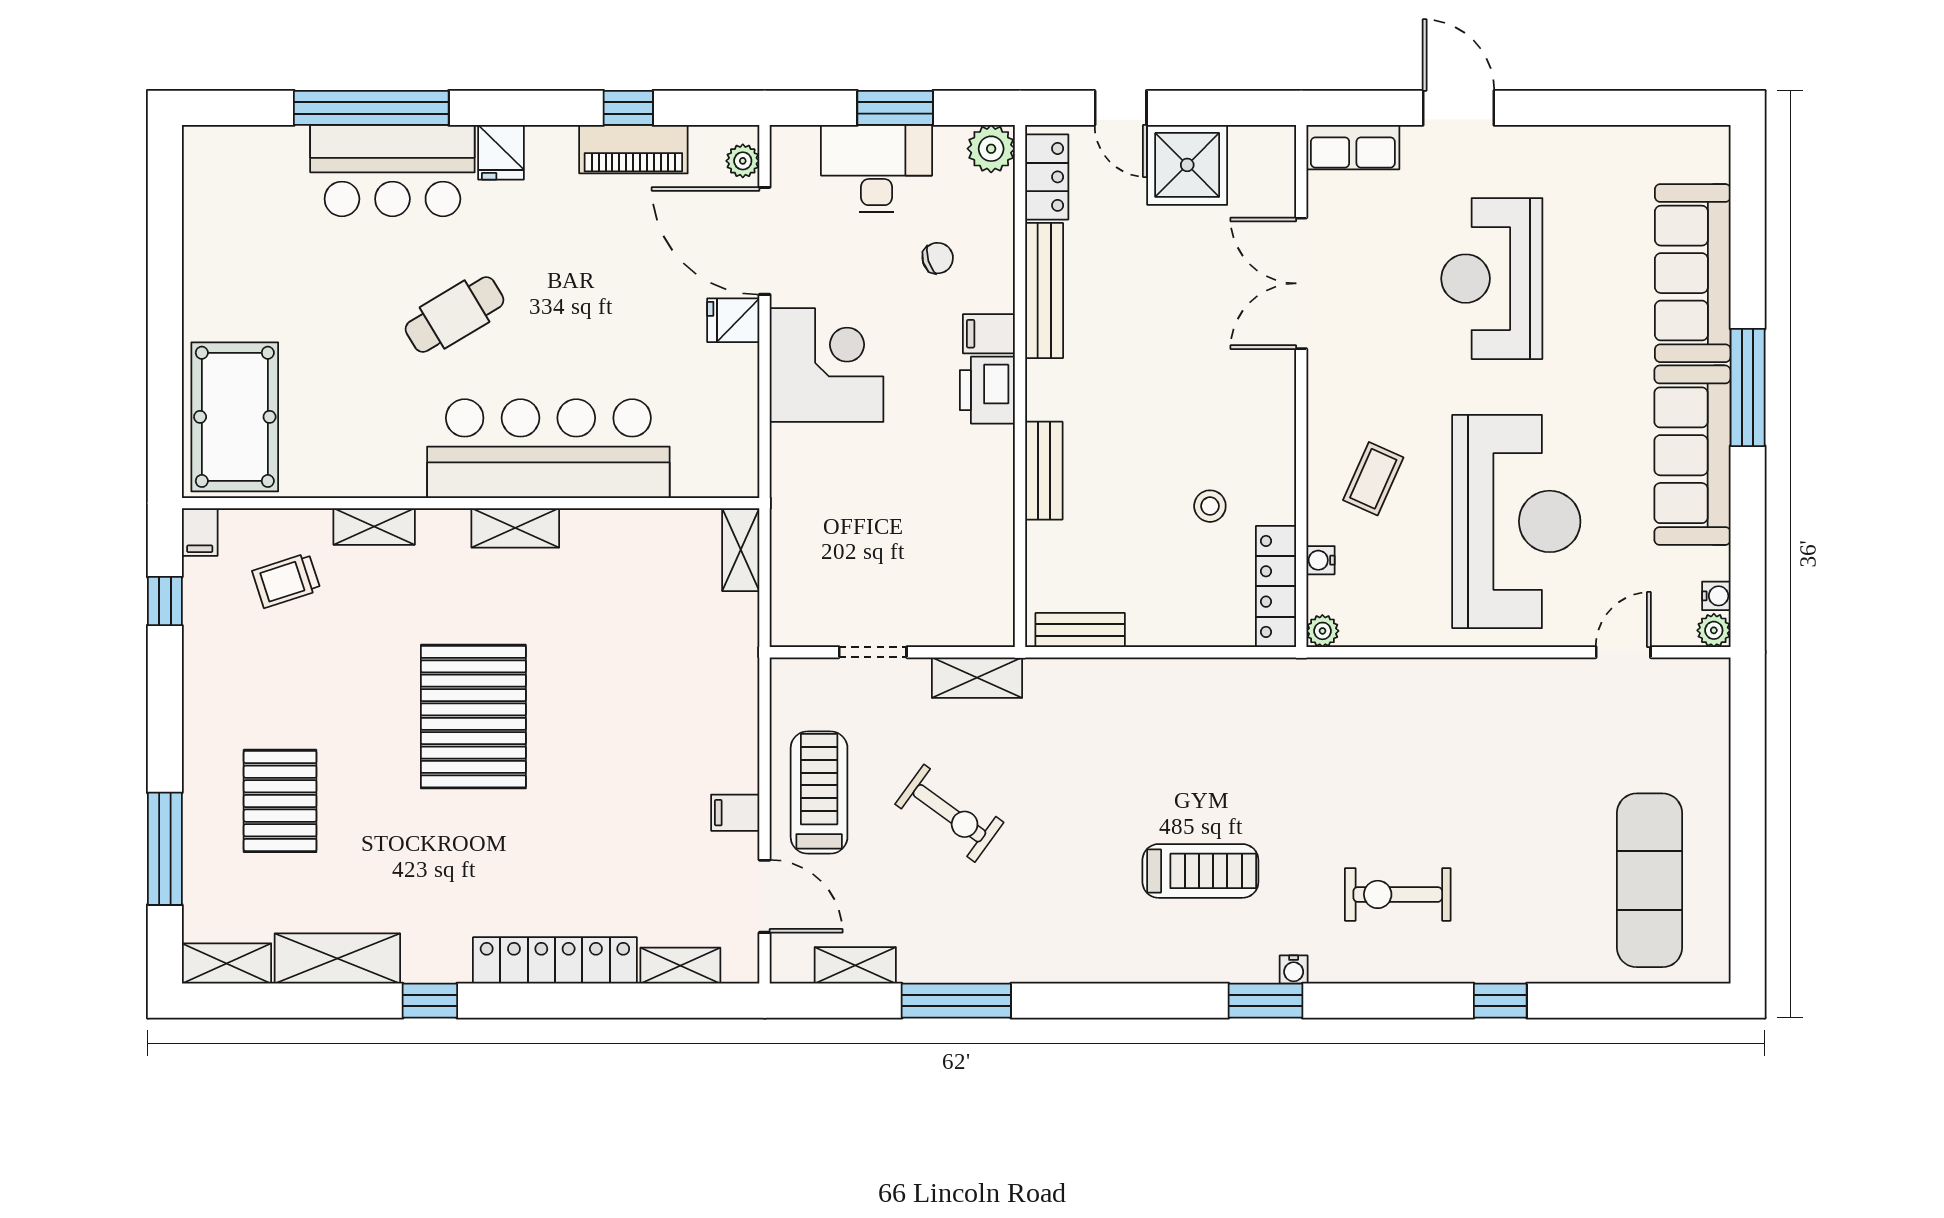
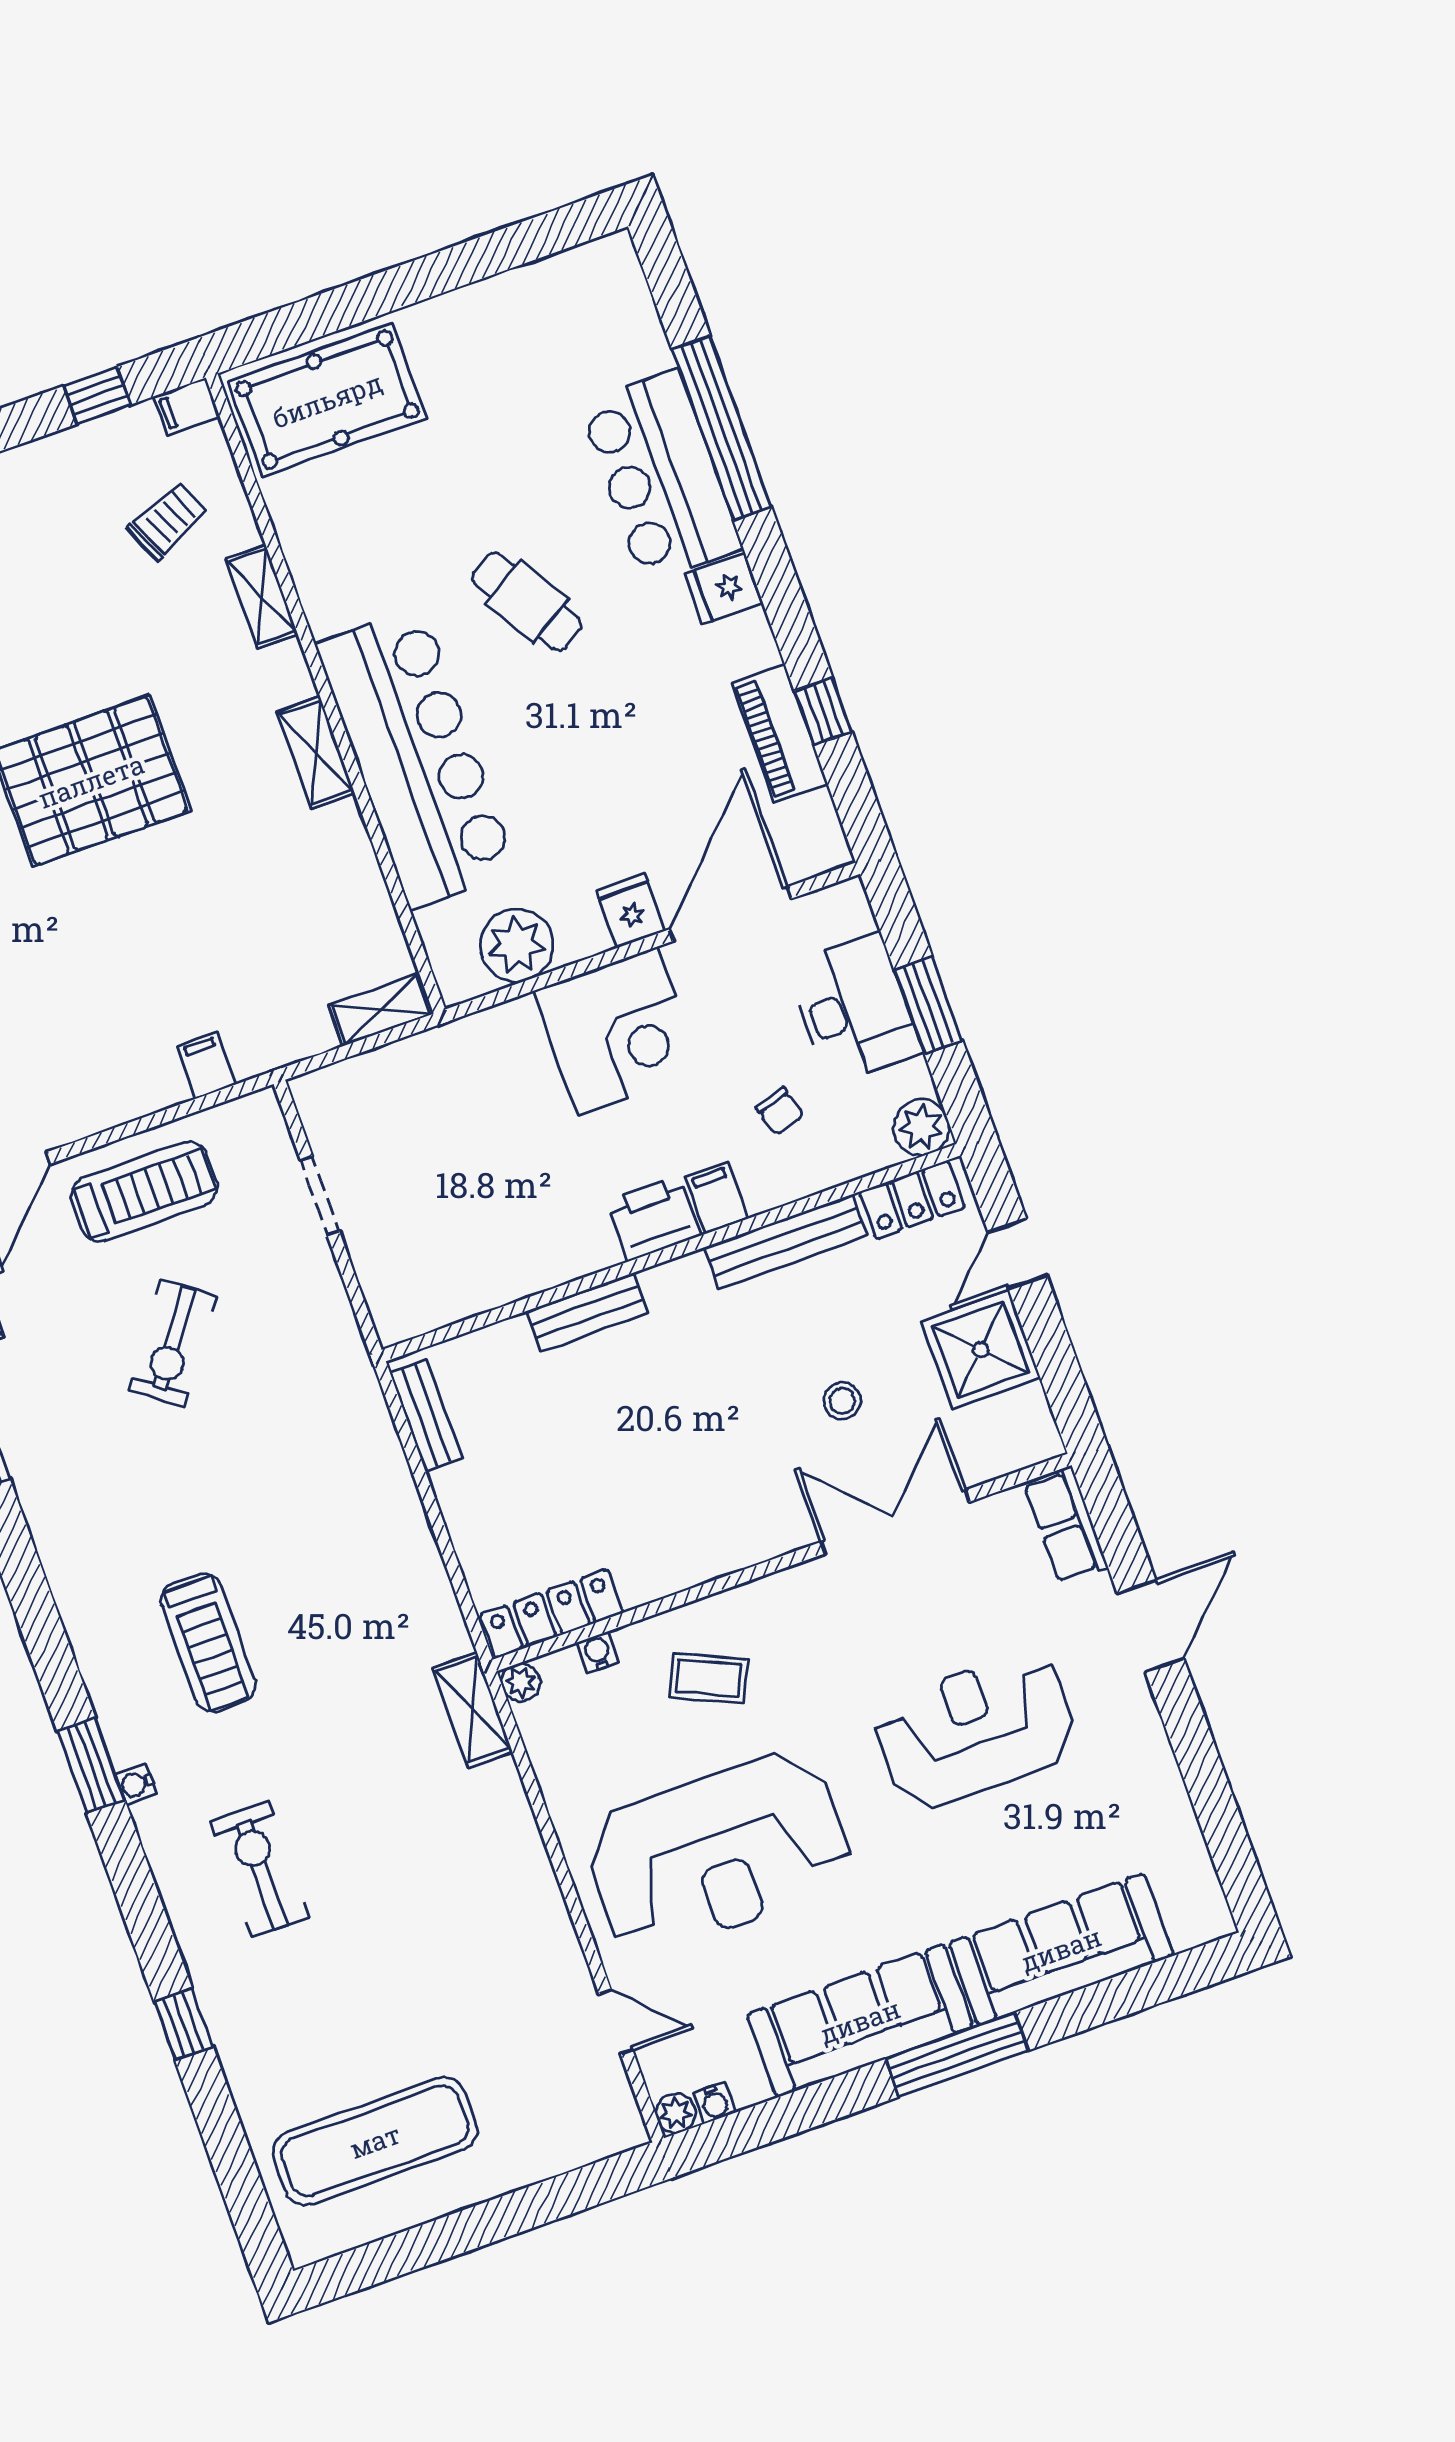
plant: (743, 161) -> (517, 945), moved, width x1.88, depth x1.88
stool: (1210, 506) -> (842, 1401), moved
trolley: (286, 580) -> (168, 521), turned 84
shelving: (977, 678) -> (472, 1710), moved
filing cabinet: (735, 813) -> (206, 1065), moved

